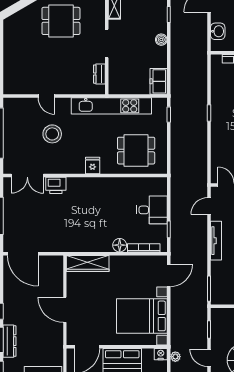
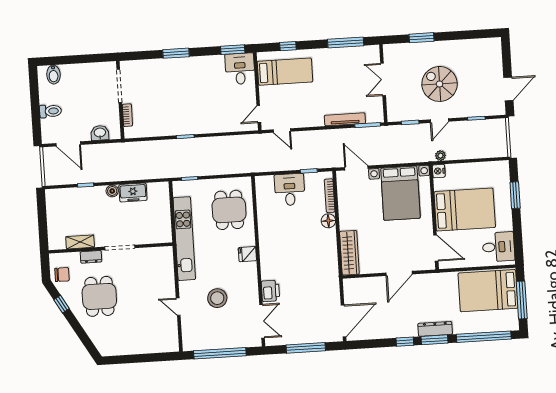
dresser: (99, 74) -> (91, 257), moved
freezer: (159, 81) -> (133, 193), moved
door: (46, 96) -> (178, 307), swing flipped
tv unit: (216, 241) -> (345, 119), moved

